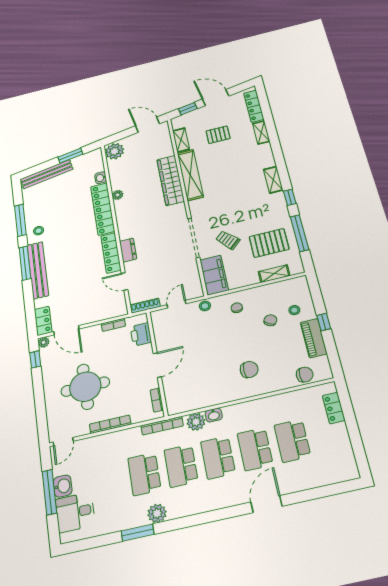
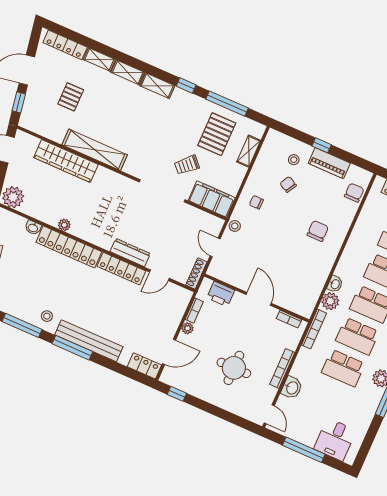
shelving: (181, 140) -> (128, 72), moved
wardrobe: (171, 180) -> (66, 161), moved
dresser: (128, 250) -> (130, 253), width x1.44
plant: (44, 342) -> (188, 328), moved
round table: (85, 387) -> (234, 368), width x0.73, depth x0.73
washbasin: (63, 486) -> (292, 388), moved, turned 90

